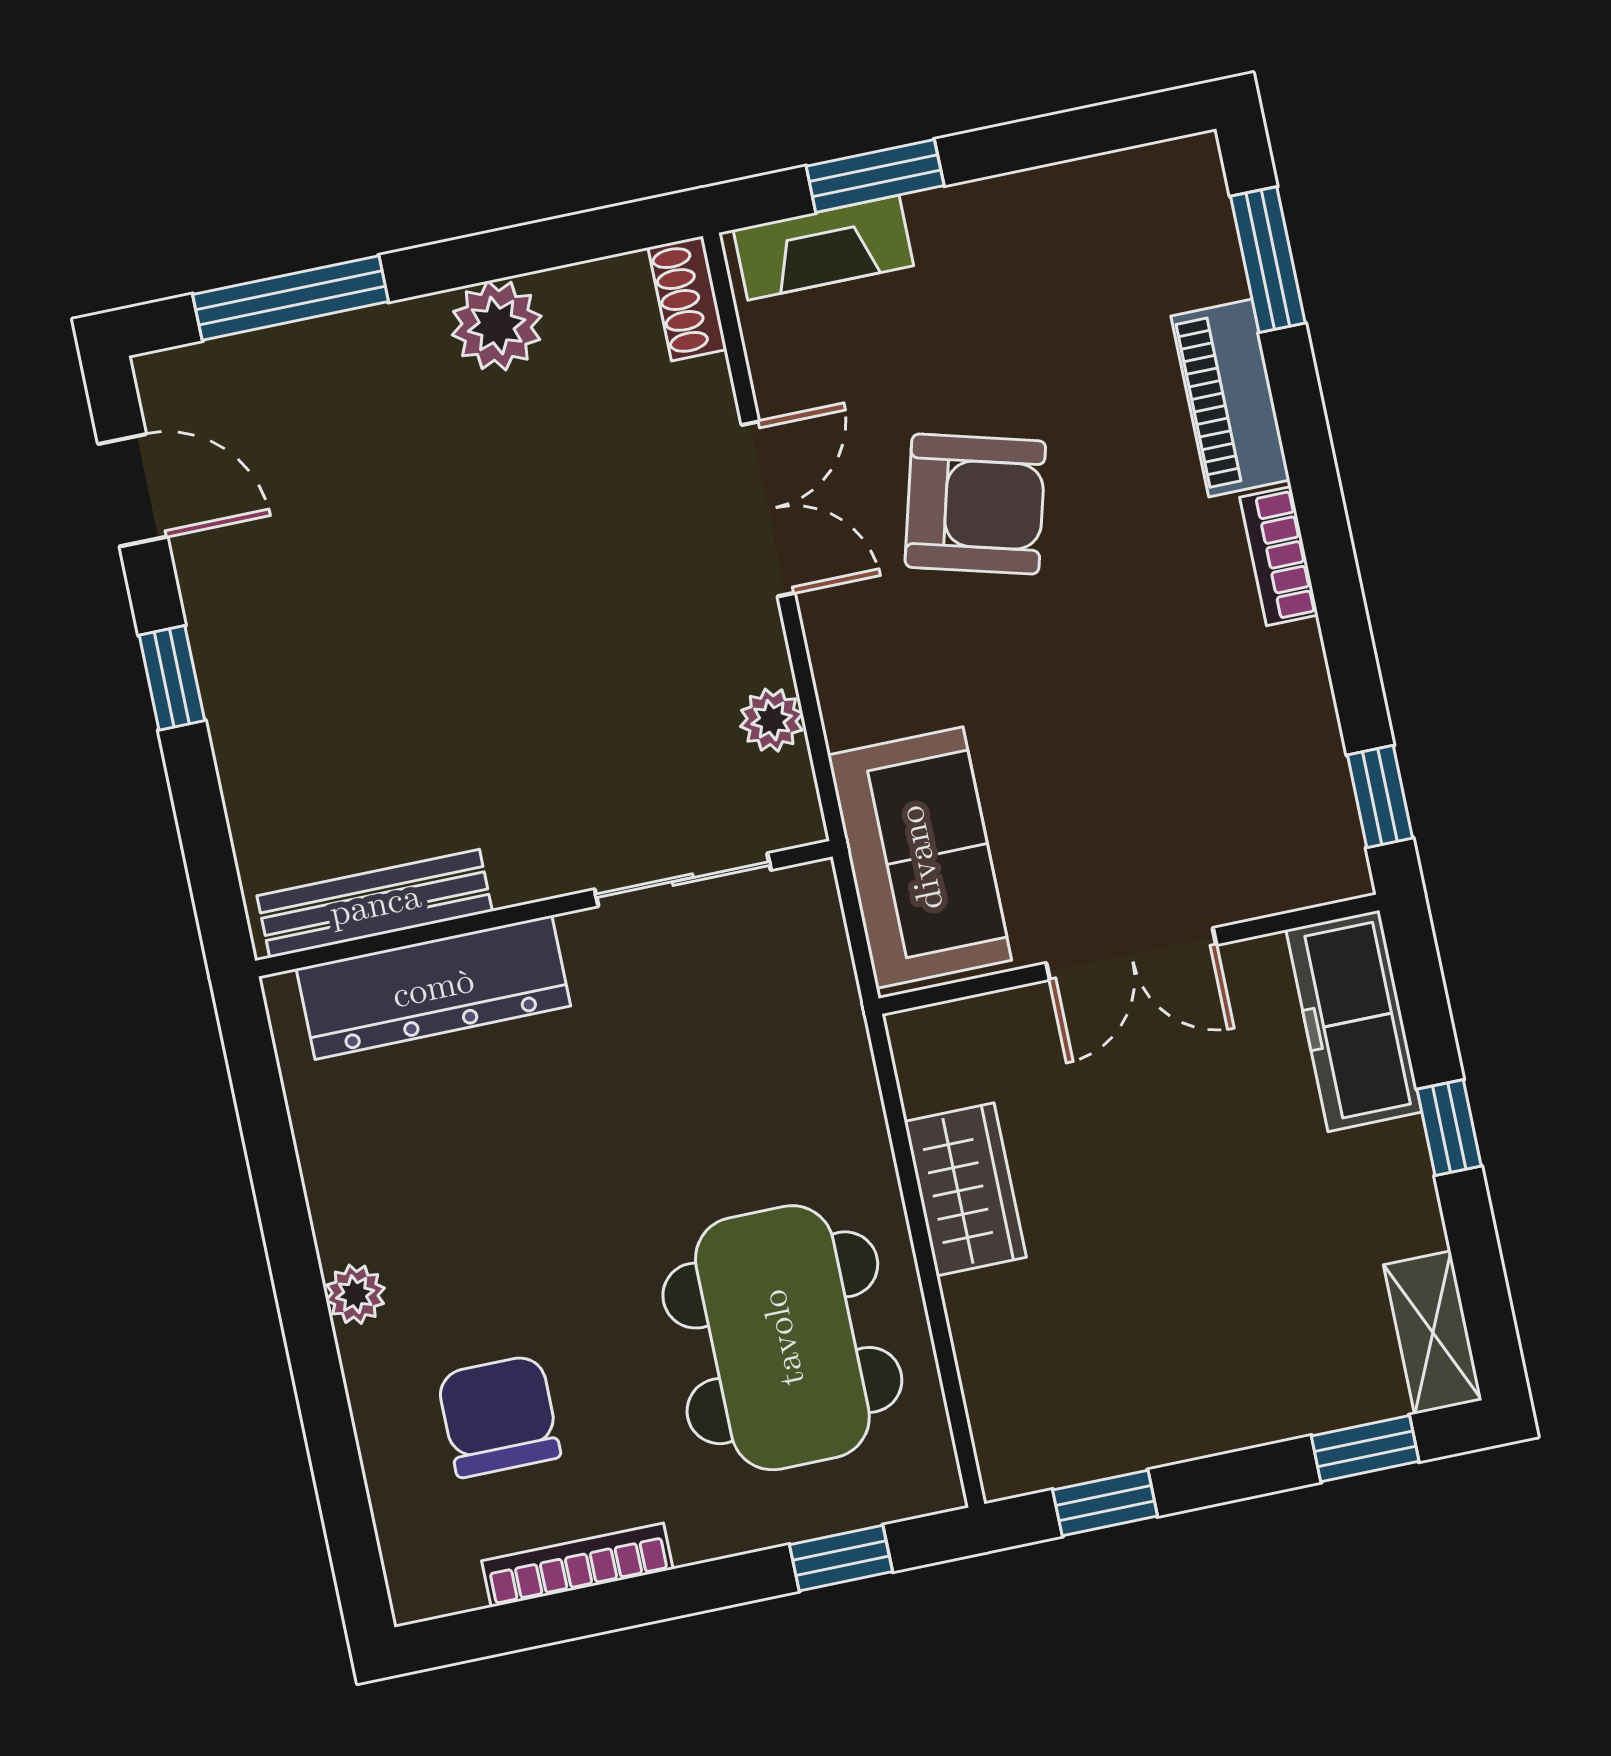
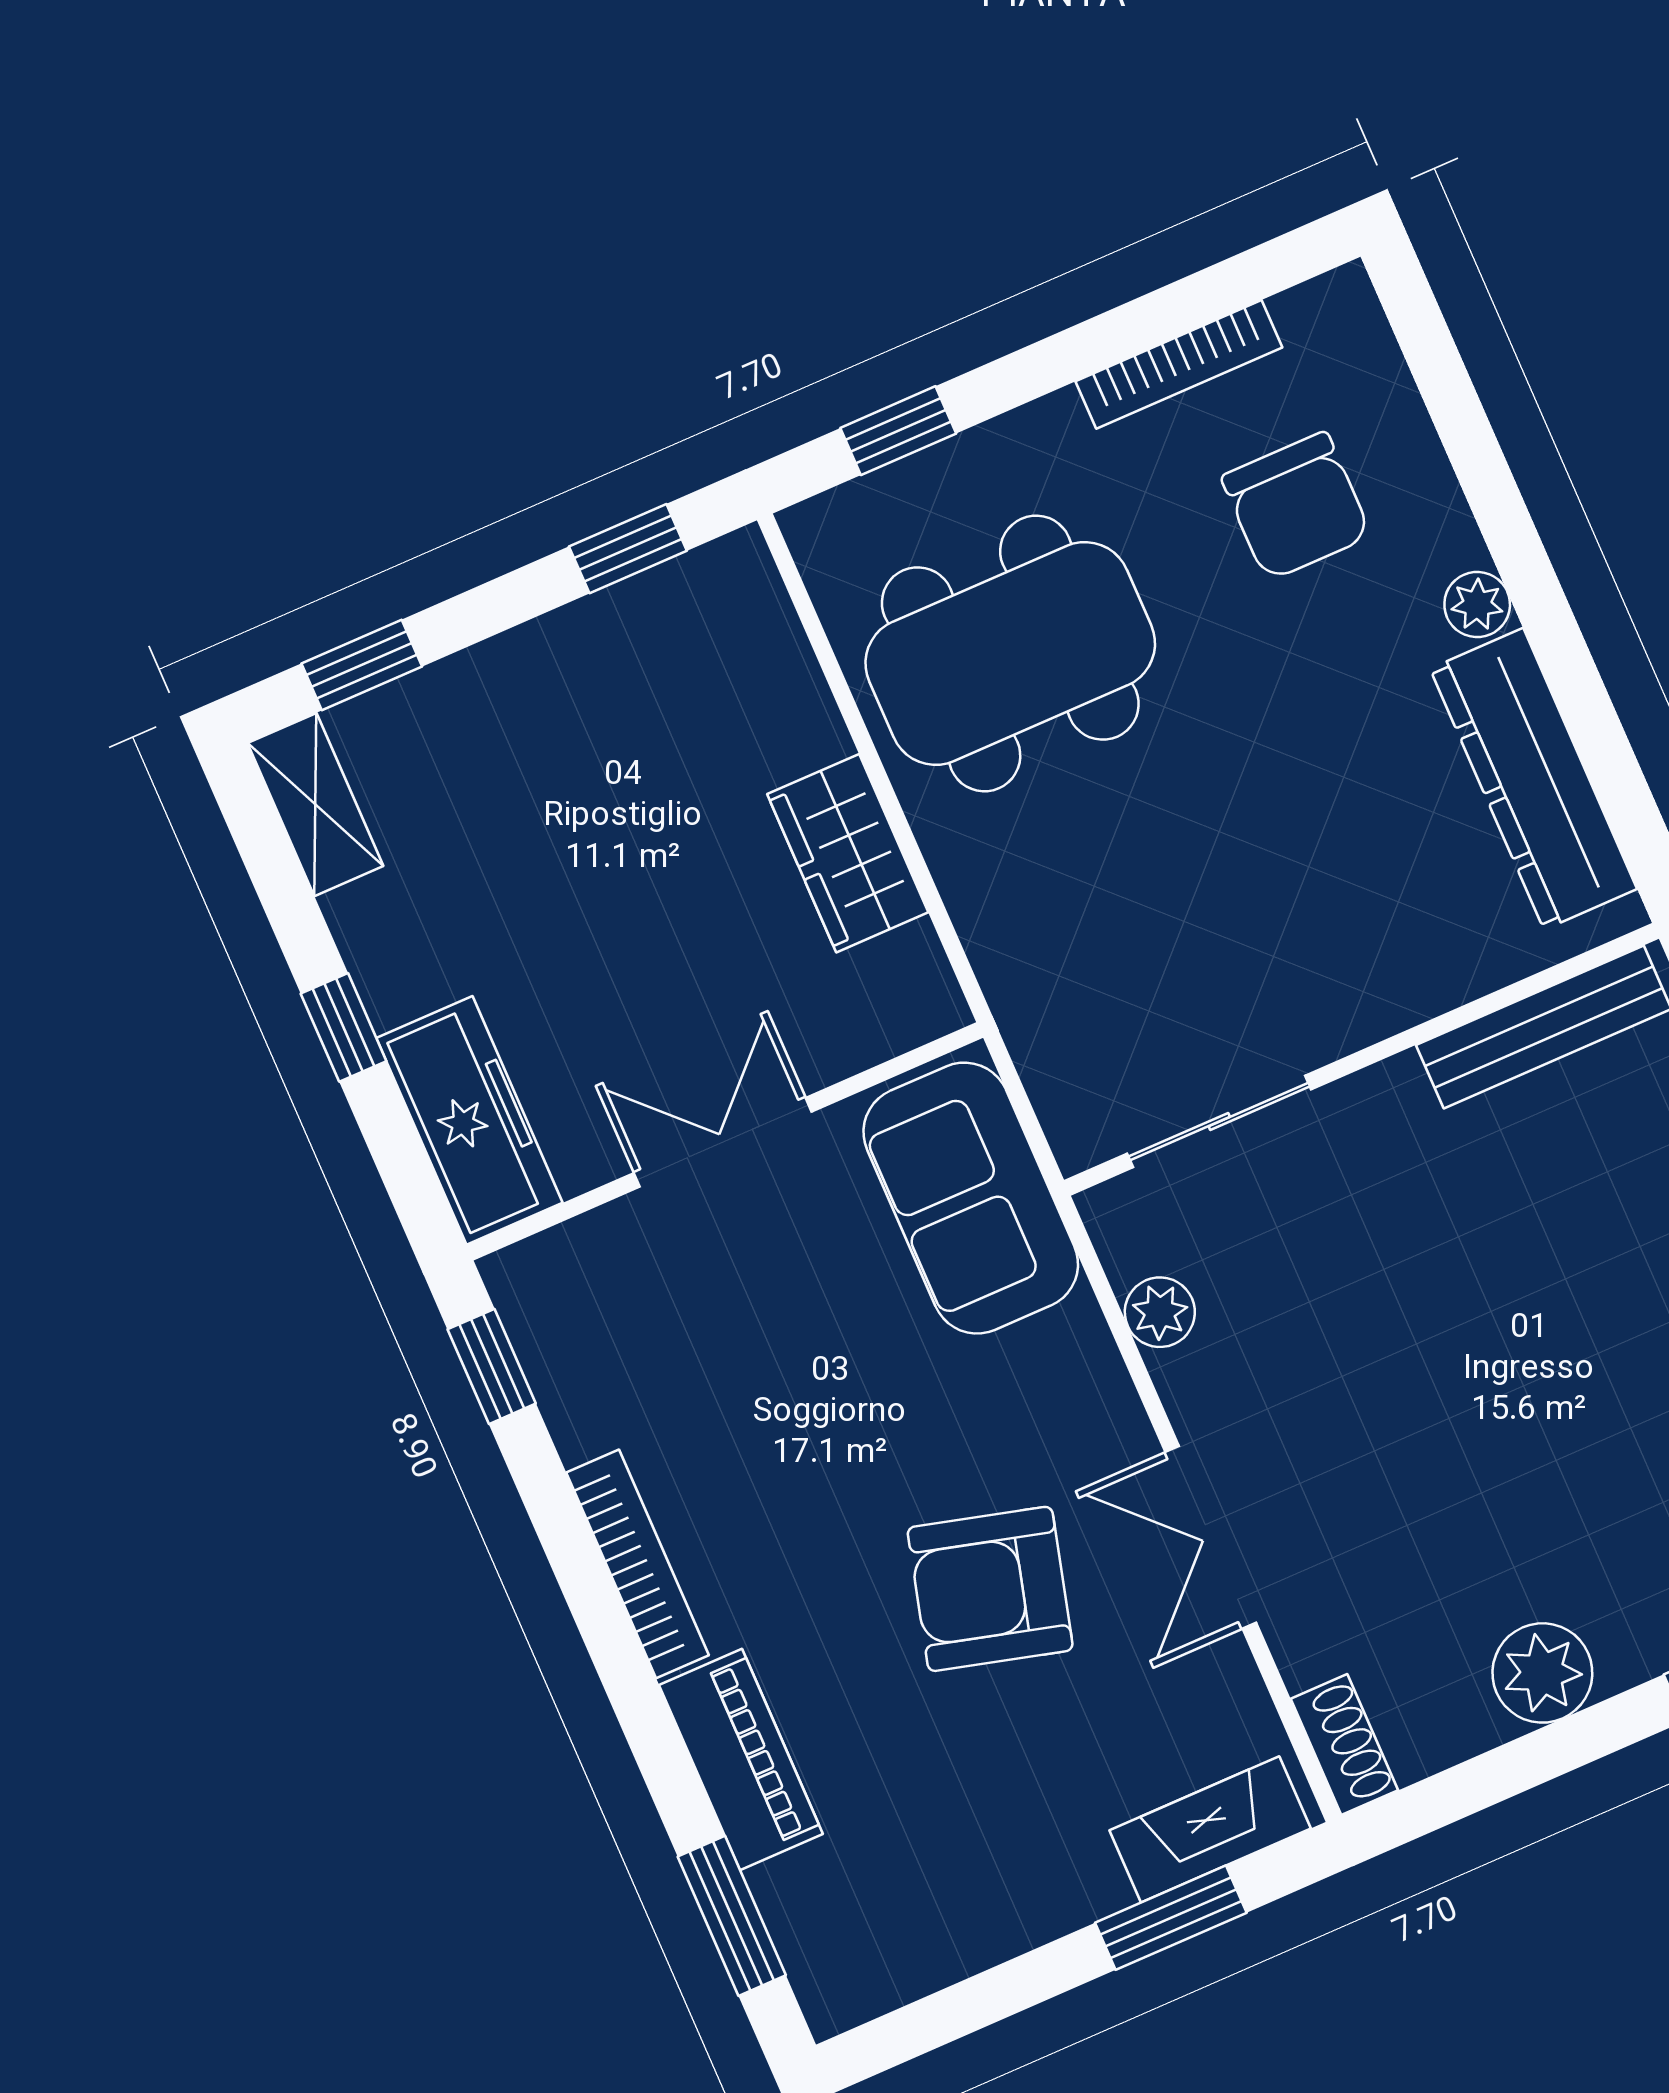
bookcase: (1279, 556) -> (637, 1564), width x1.56
dresser: (433, 987) -> (1533, 779), moved, turned -90
dining table: (782, 1338) -> (1010, 653), turned 90

